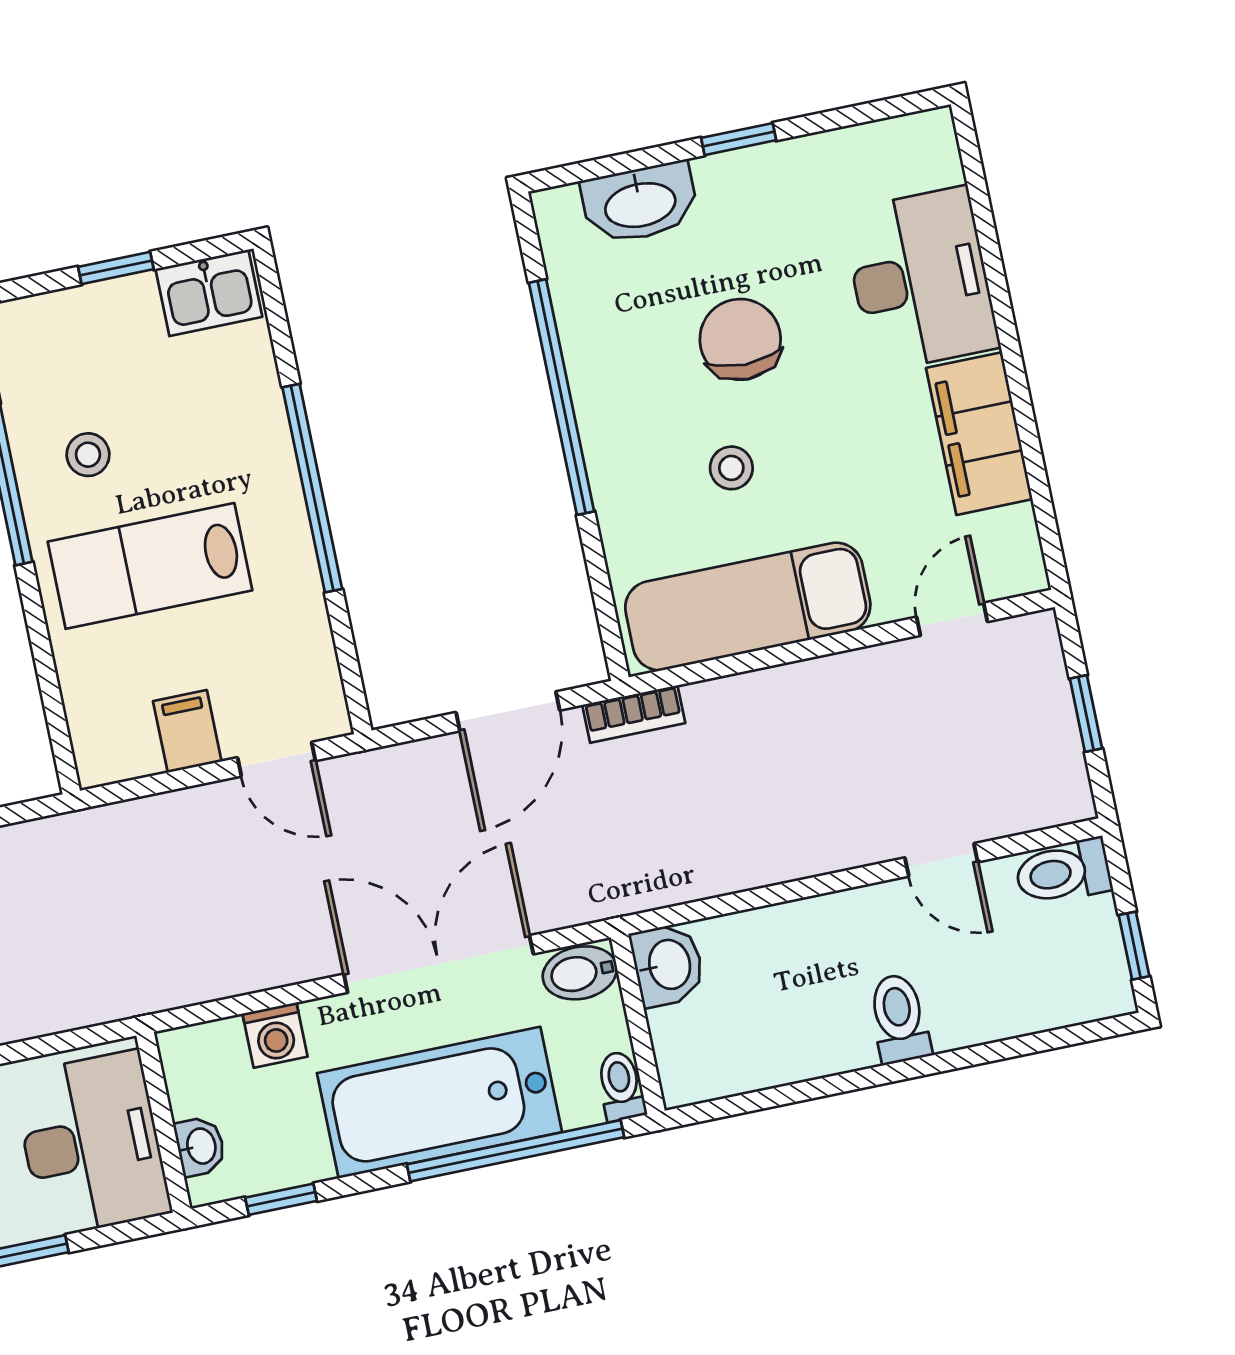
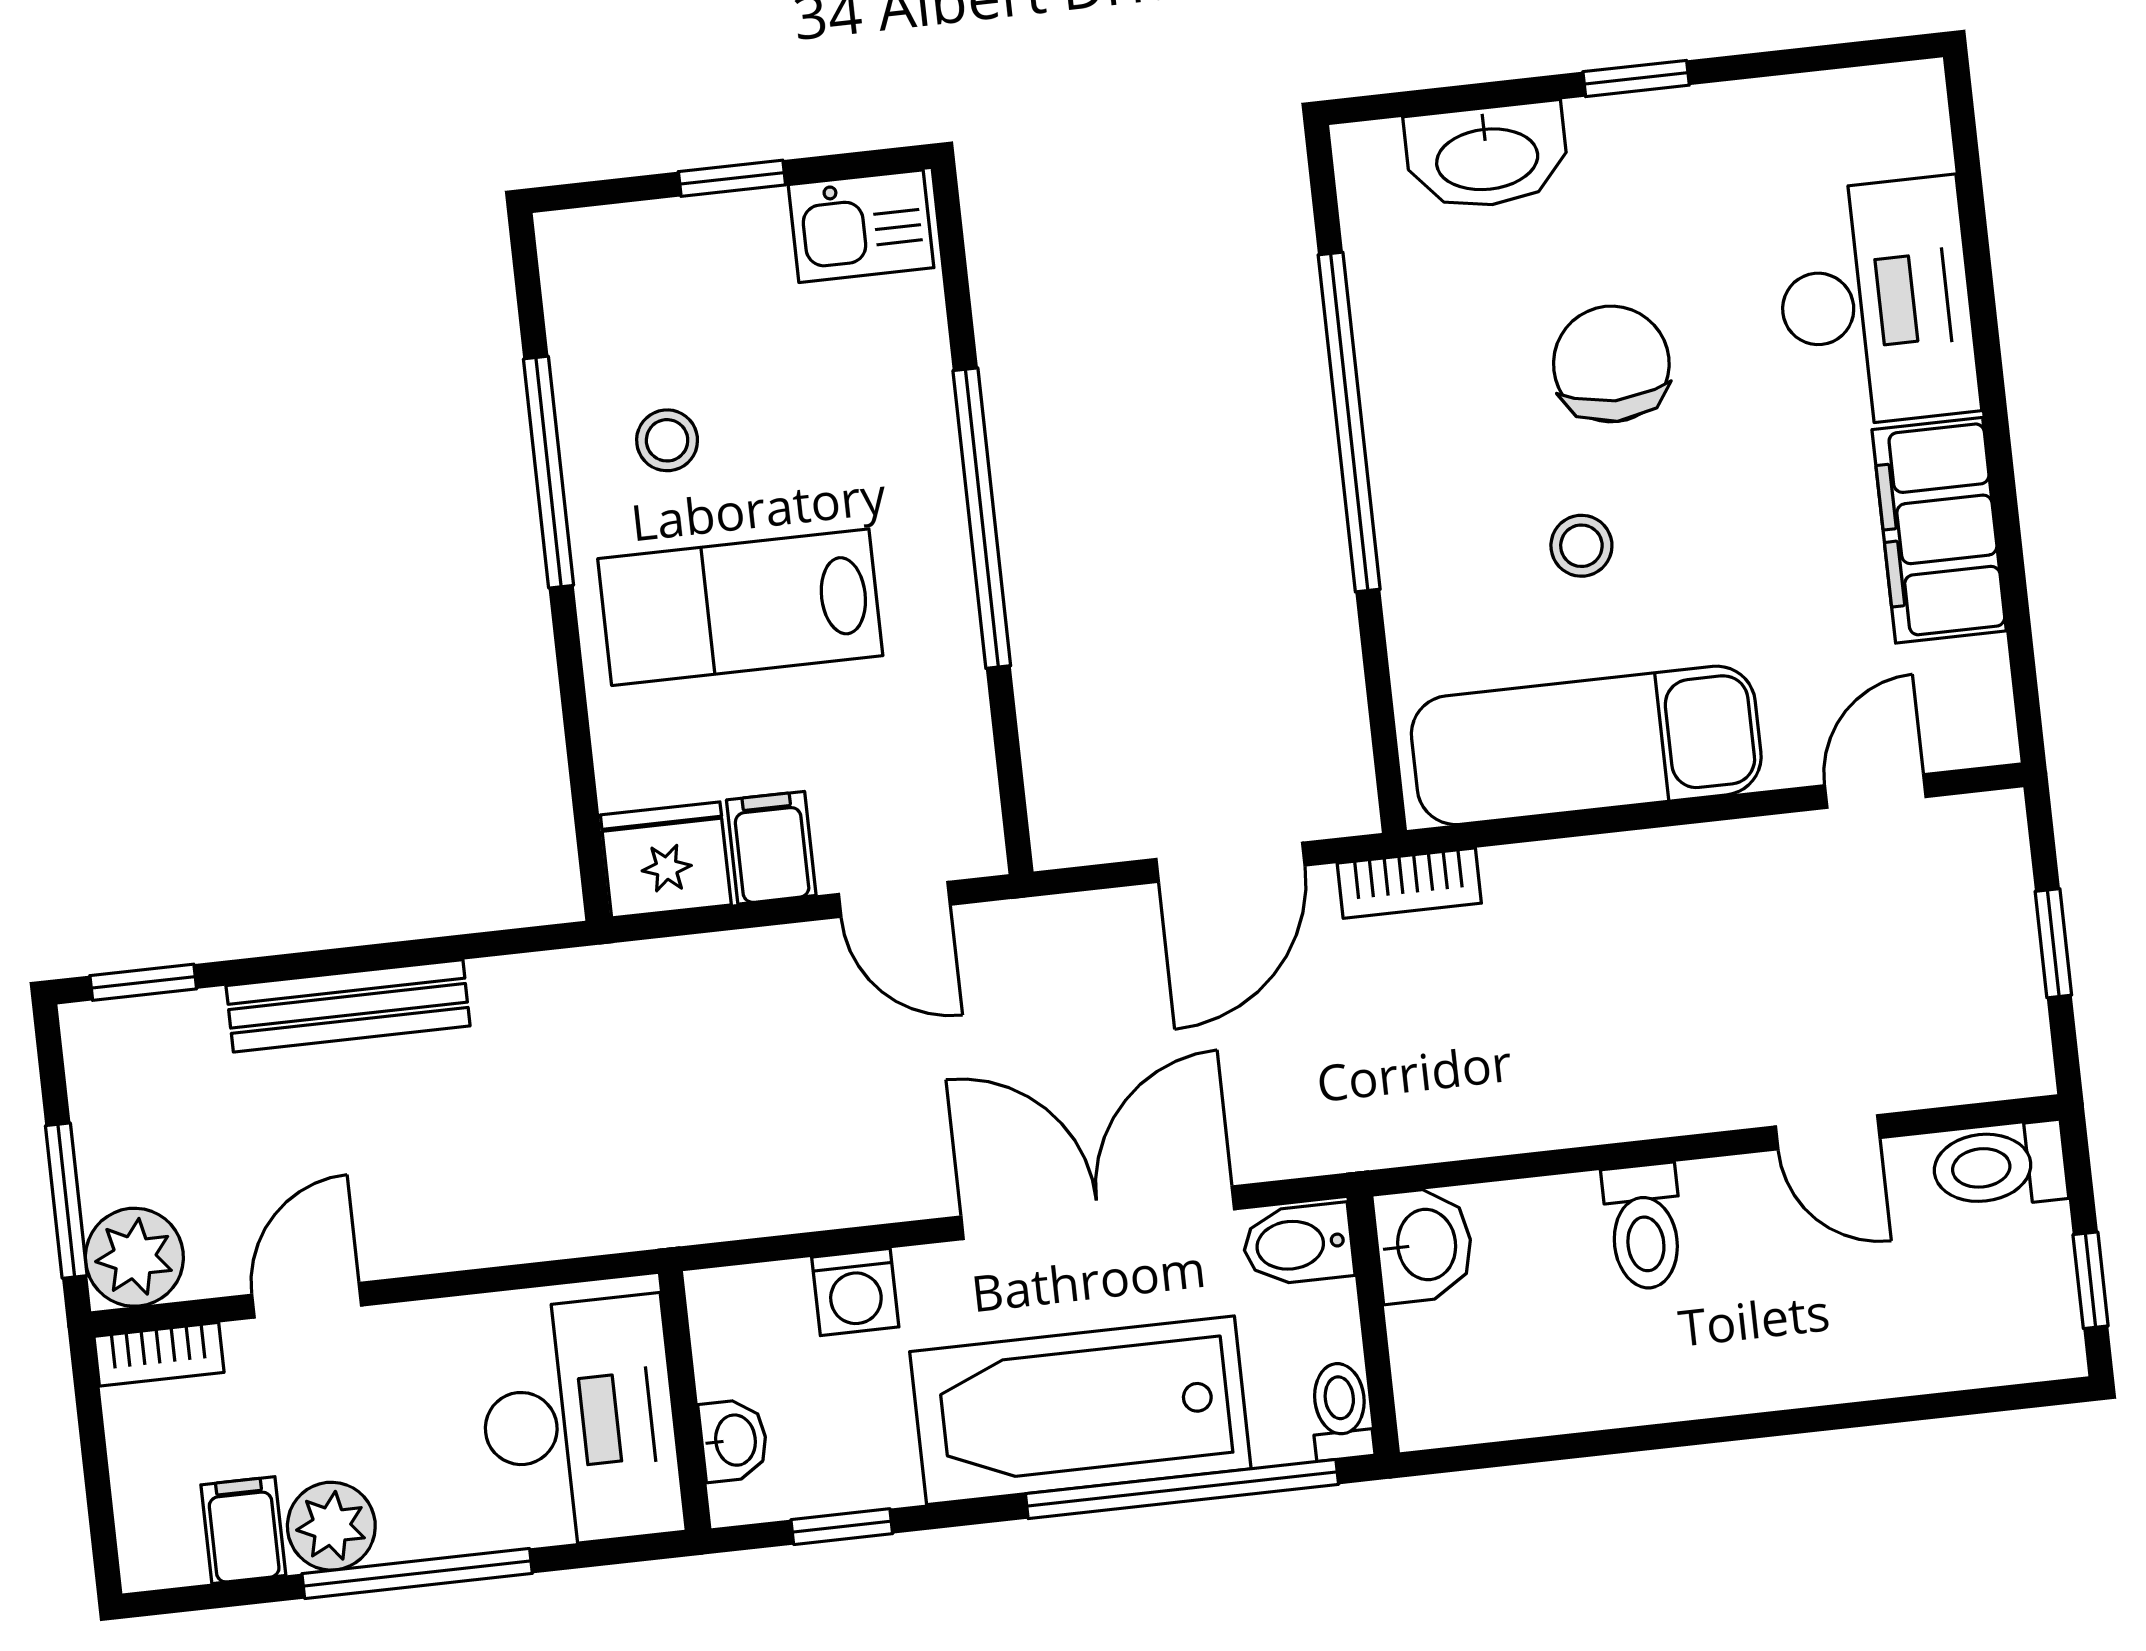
fridge: (115, 747) -> (666, 860), added
toilet: (899, 1019) -> (1644, 1227), moved, turned 180

